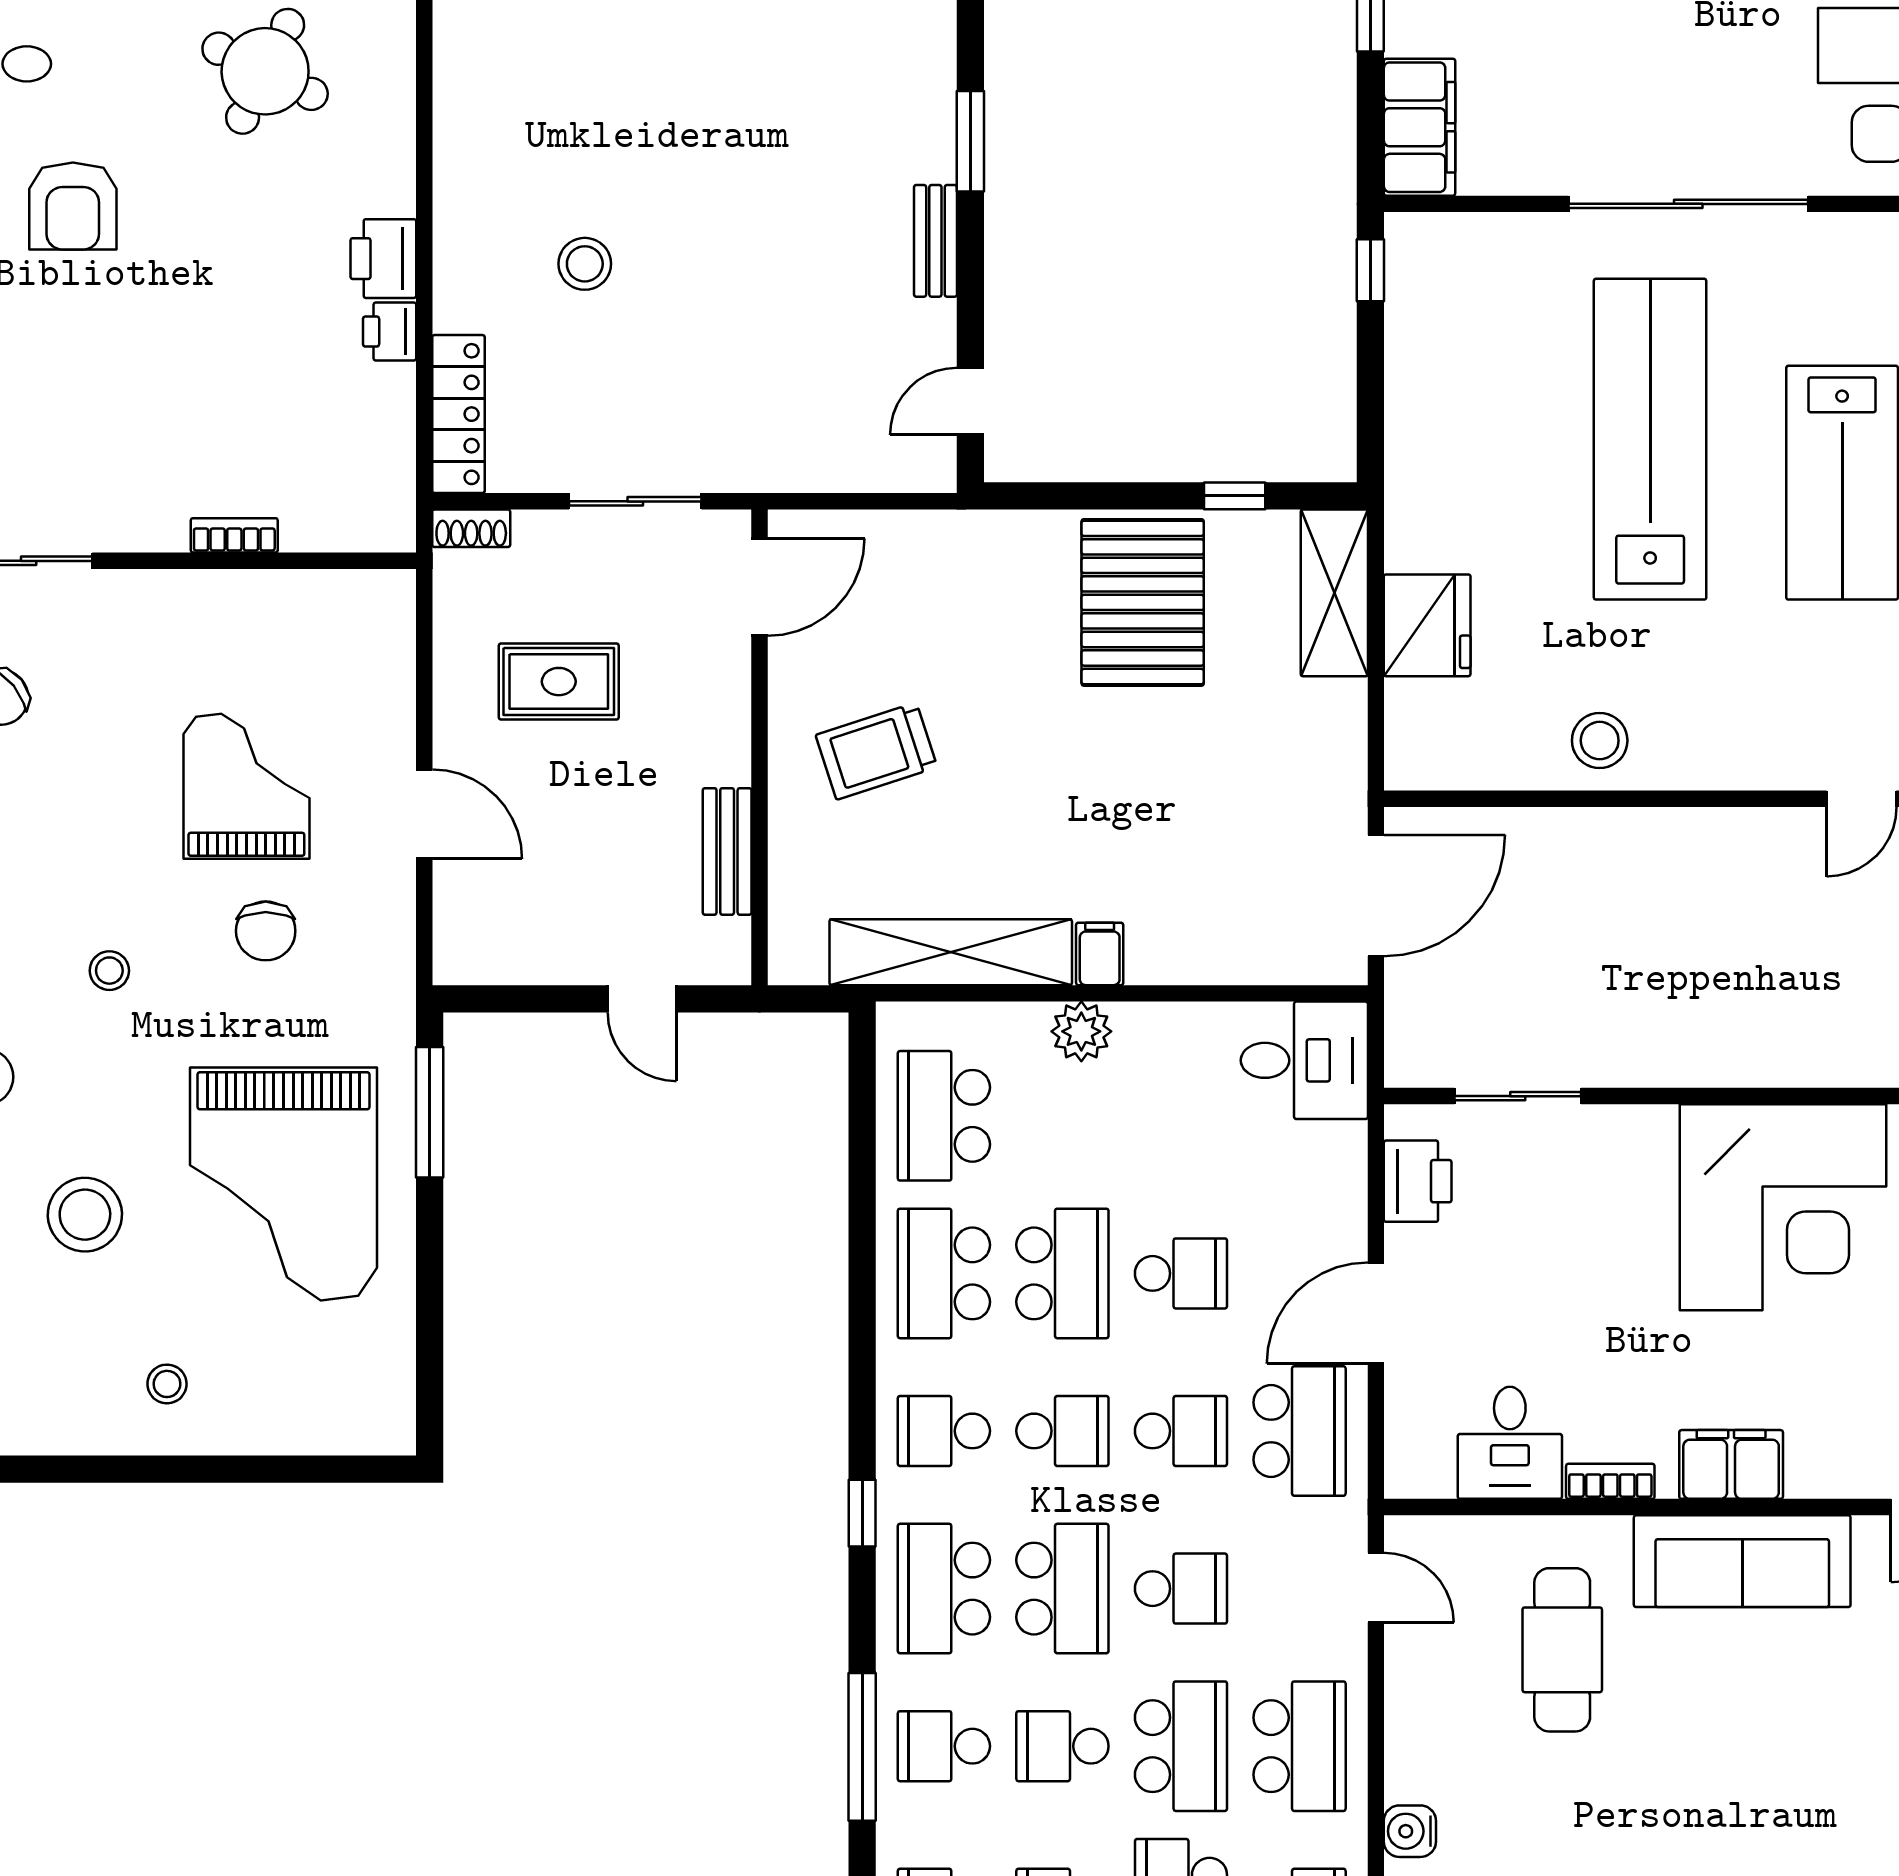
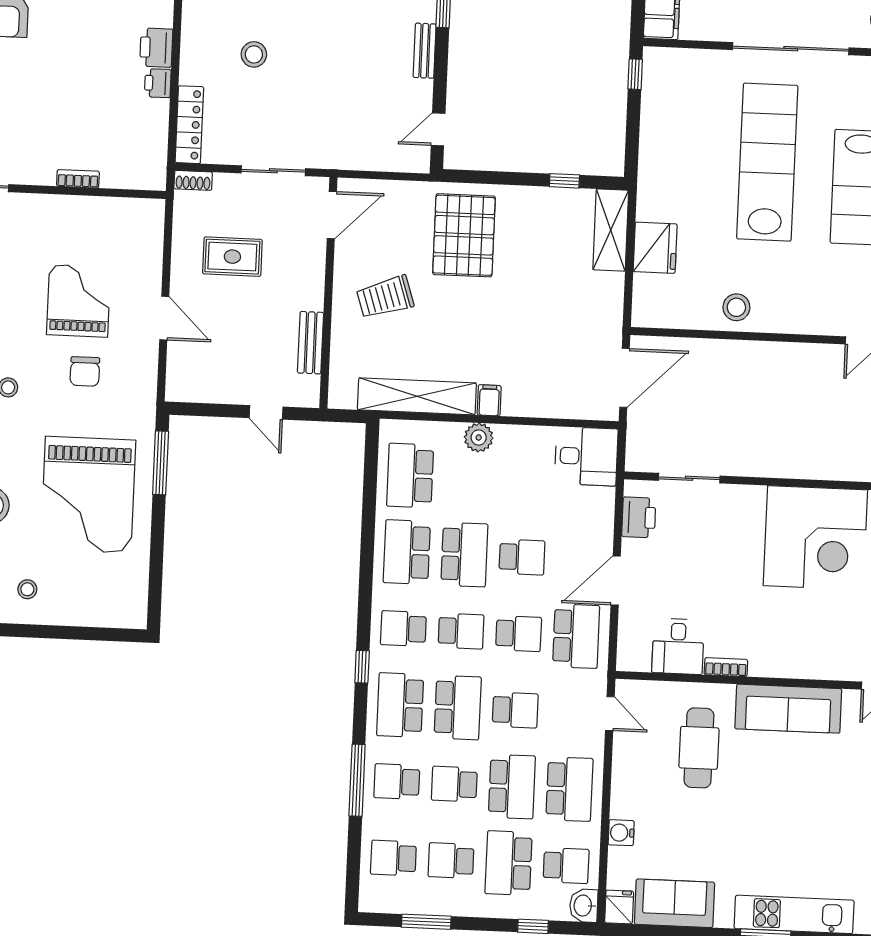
pallet: (1143, 602) -> (464, 235), moved
filing cabinet: (1731, 1464) -> (785, 662), removed

